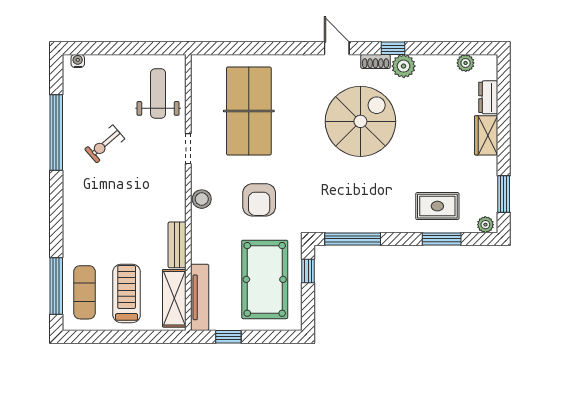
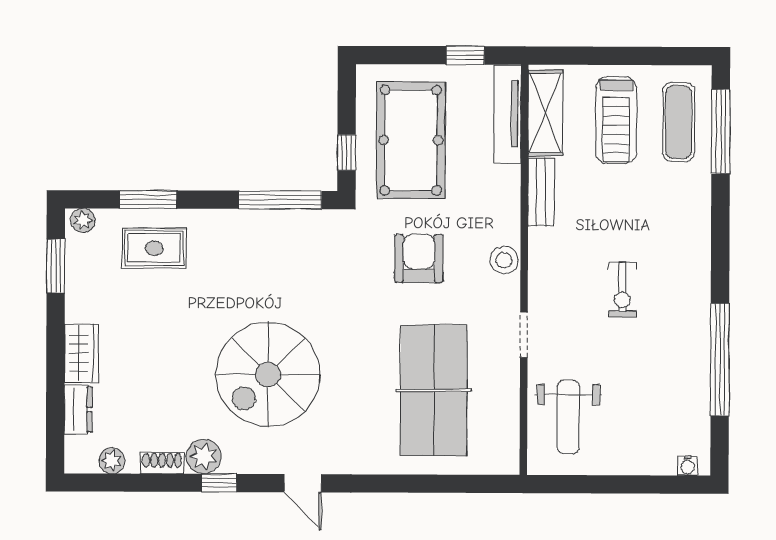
shoe rack: (375, 61) -> (162, 463), moved
exercise bike: (105, 144) -> (622, 290), moved, turned 131

